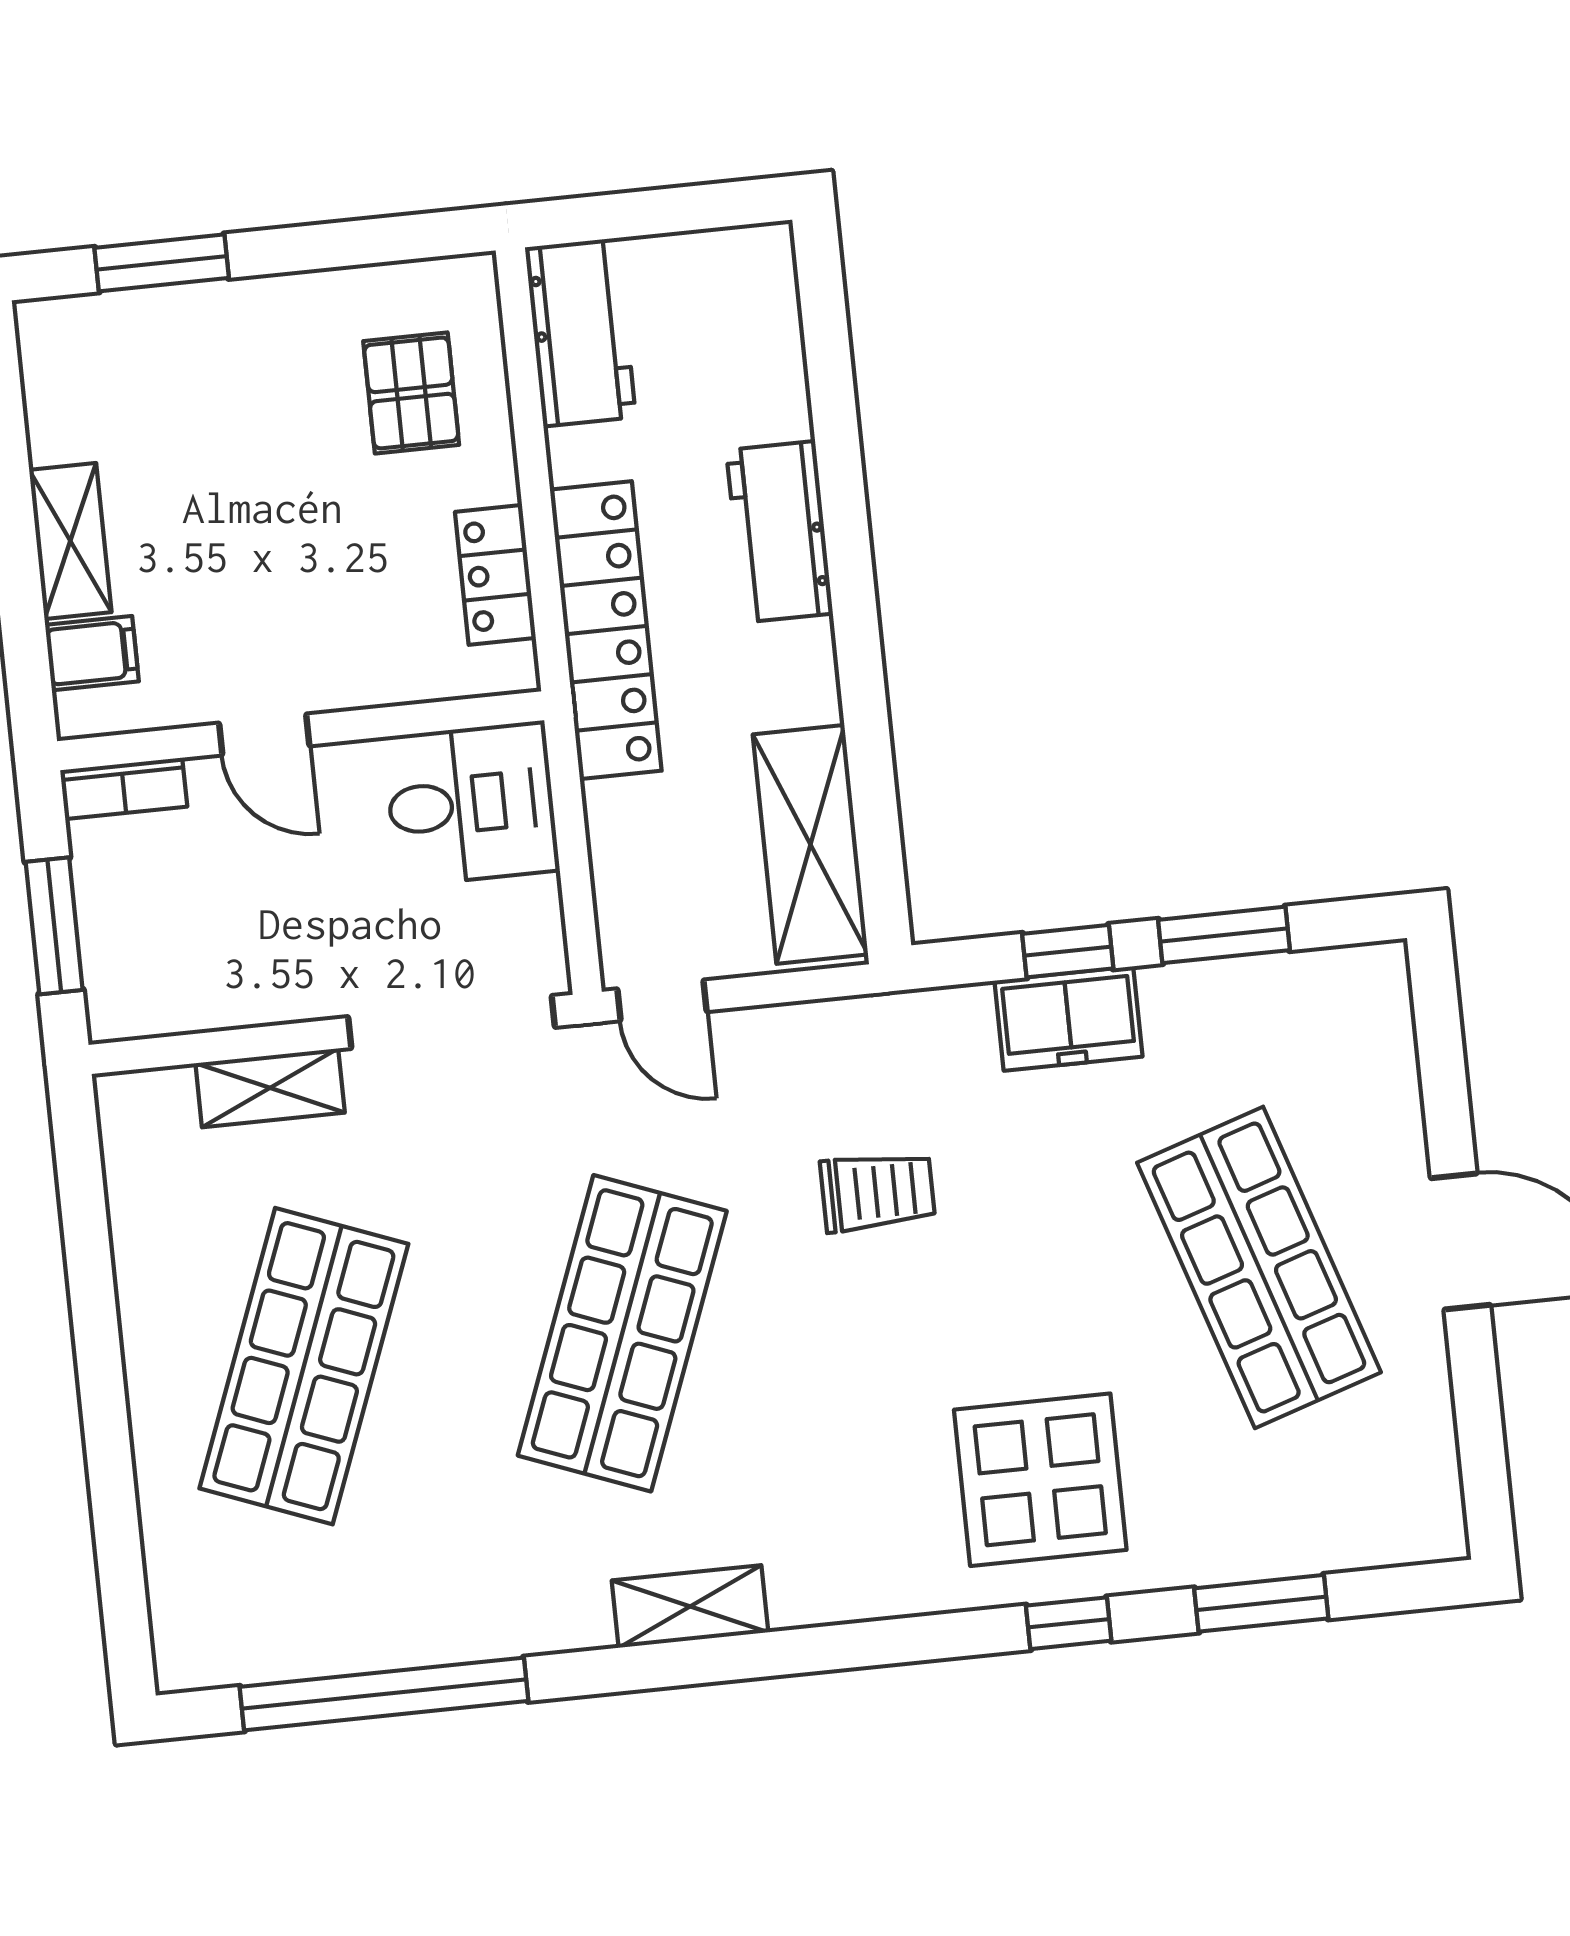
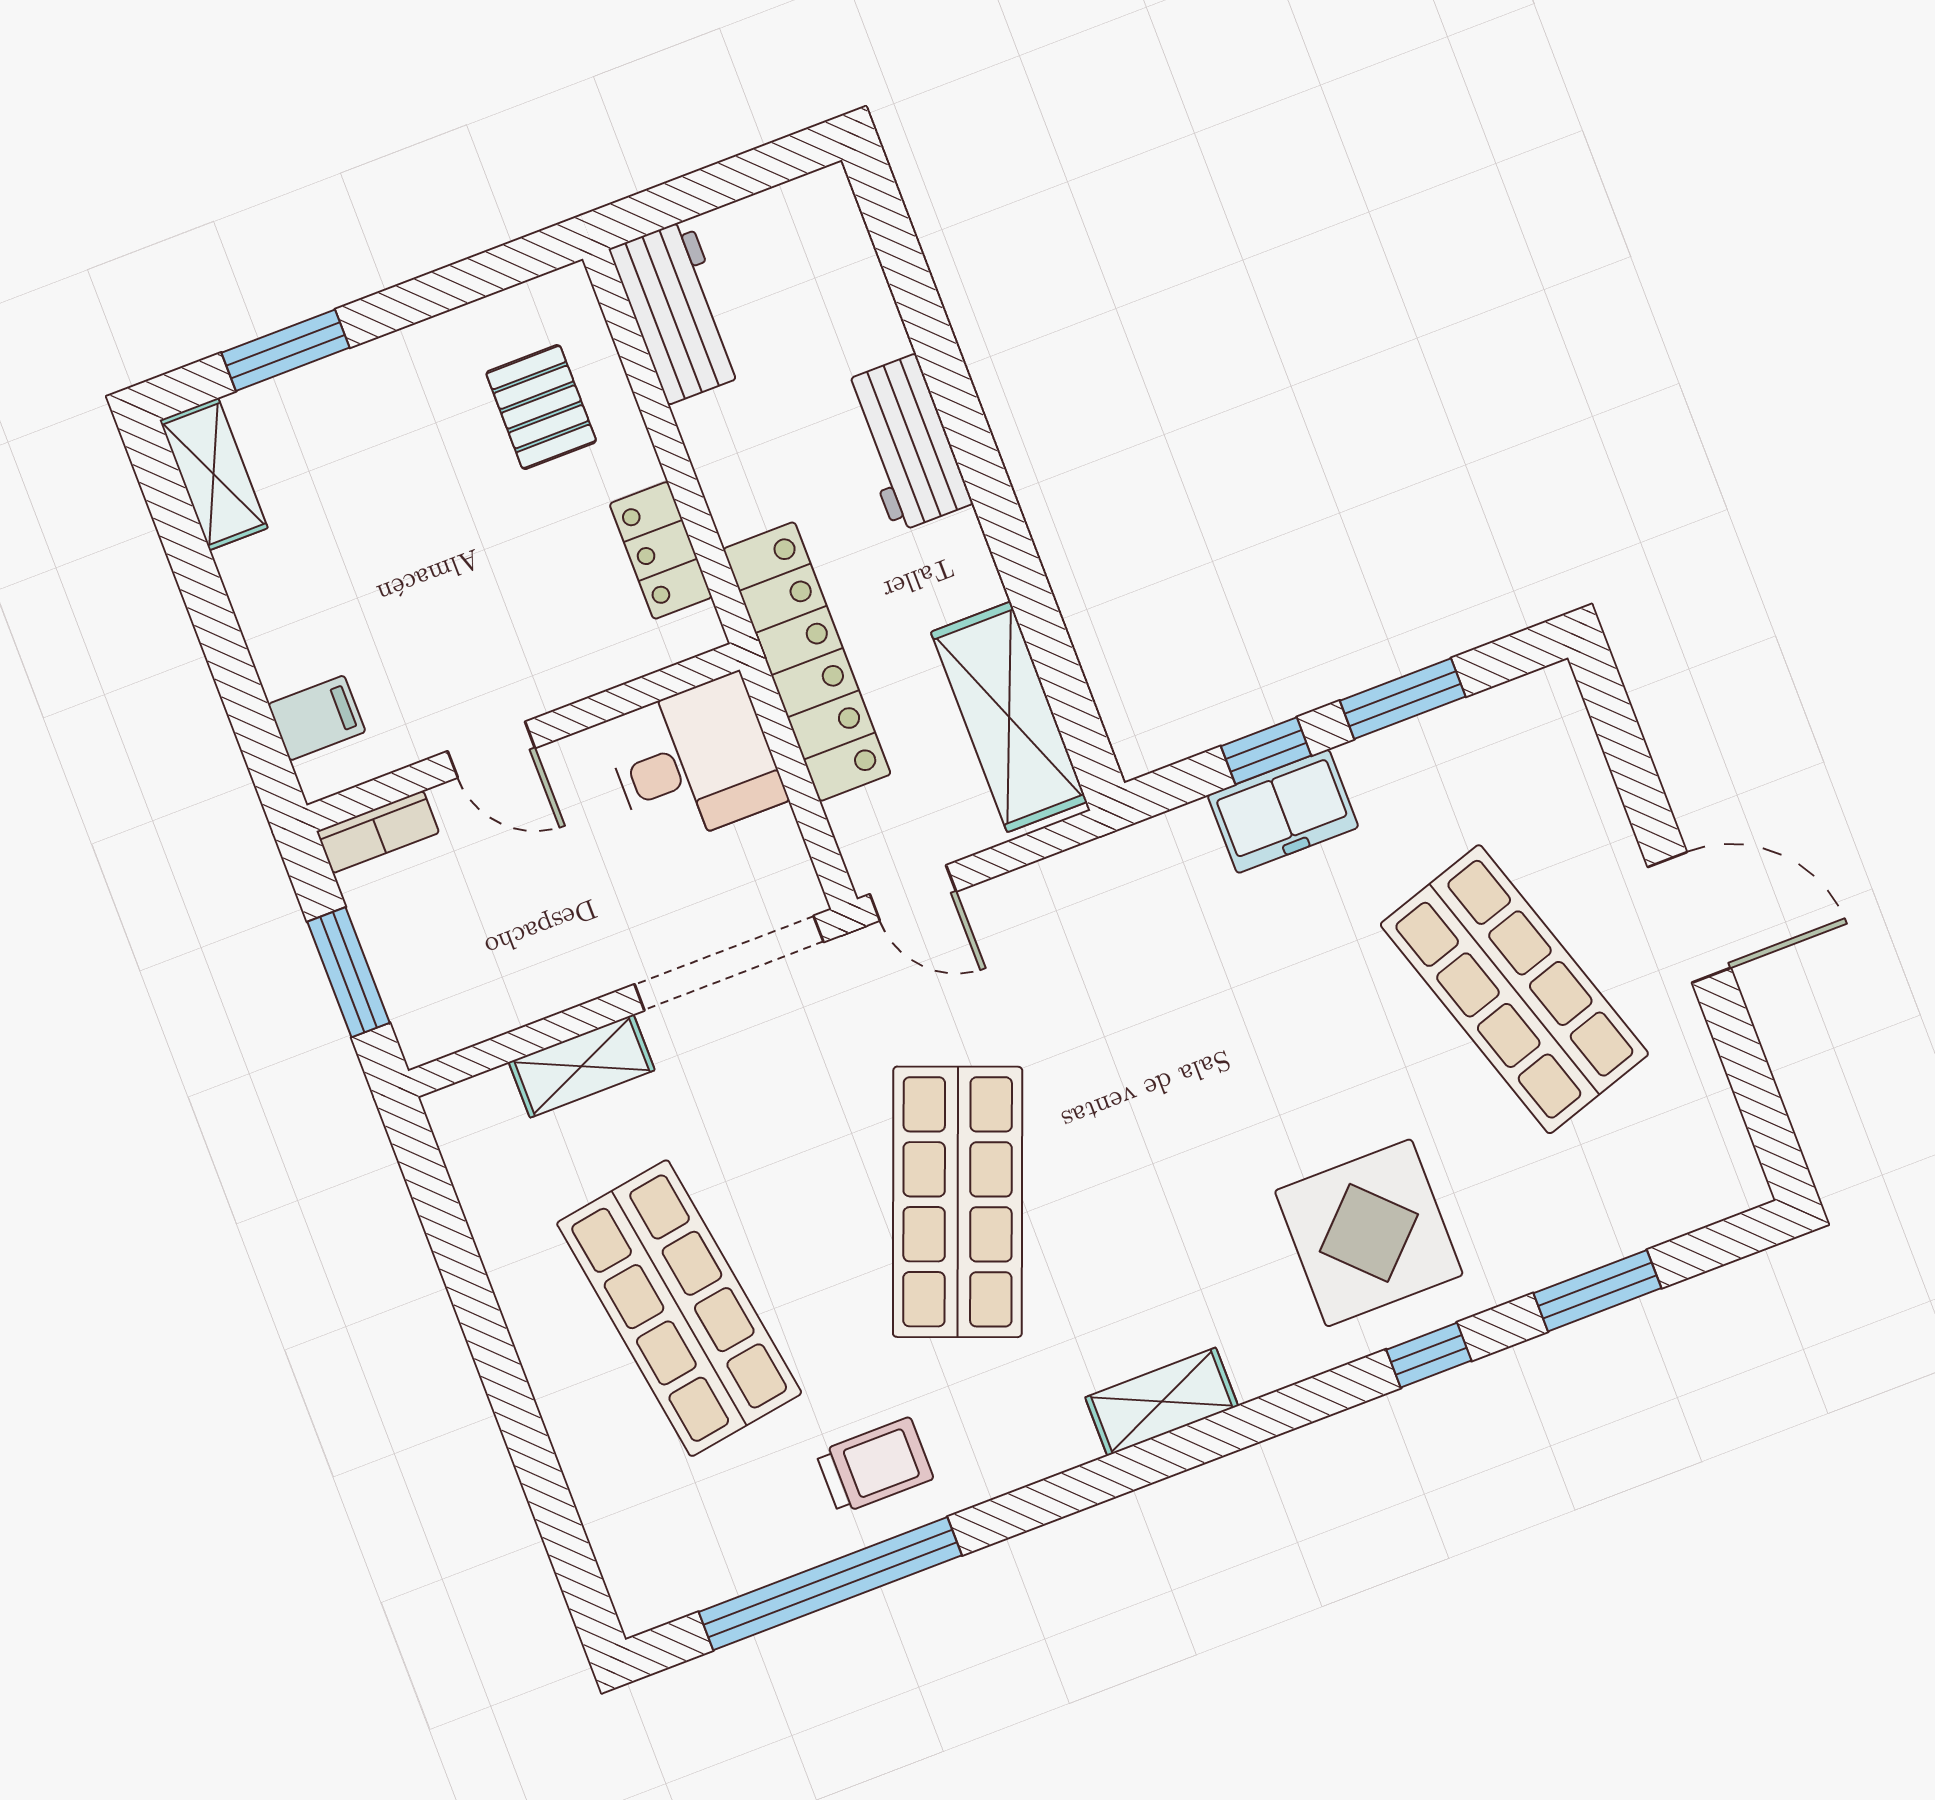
shelving: (70, 541) -> (214, 474), moved
locker: (606, 630) -> (807, 662), moved
trolley: (878, 1192) -> (875, 1466), moved
shop shelf: (304, 1366) -> (679, 1308), turned -30
shelving: (690, 1606) -> (1162, 1402), moved

